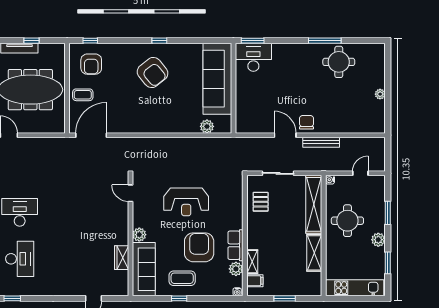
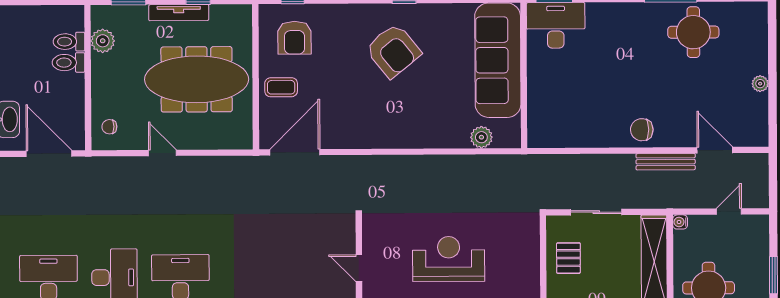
chair: (306, 122) -> (642, 130), turned -90
door: (285, 135) -> (715, 150), moved
door: (131, 193) -> (359, 268), moved
reception desk: (186, 202) -> (449, 259), turned 180

